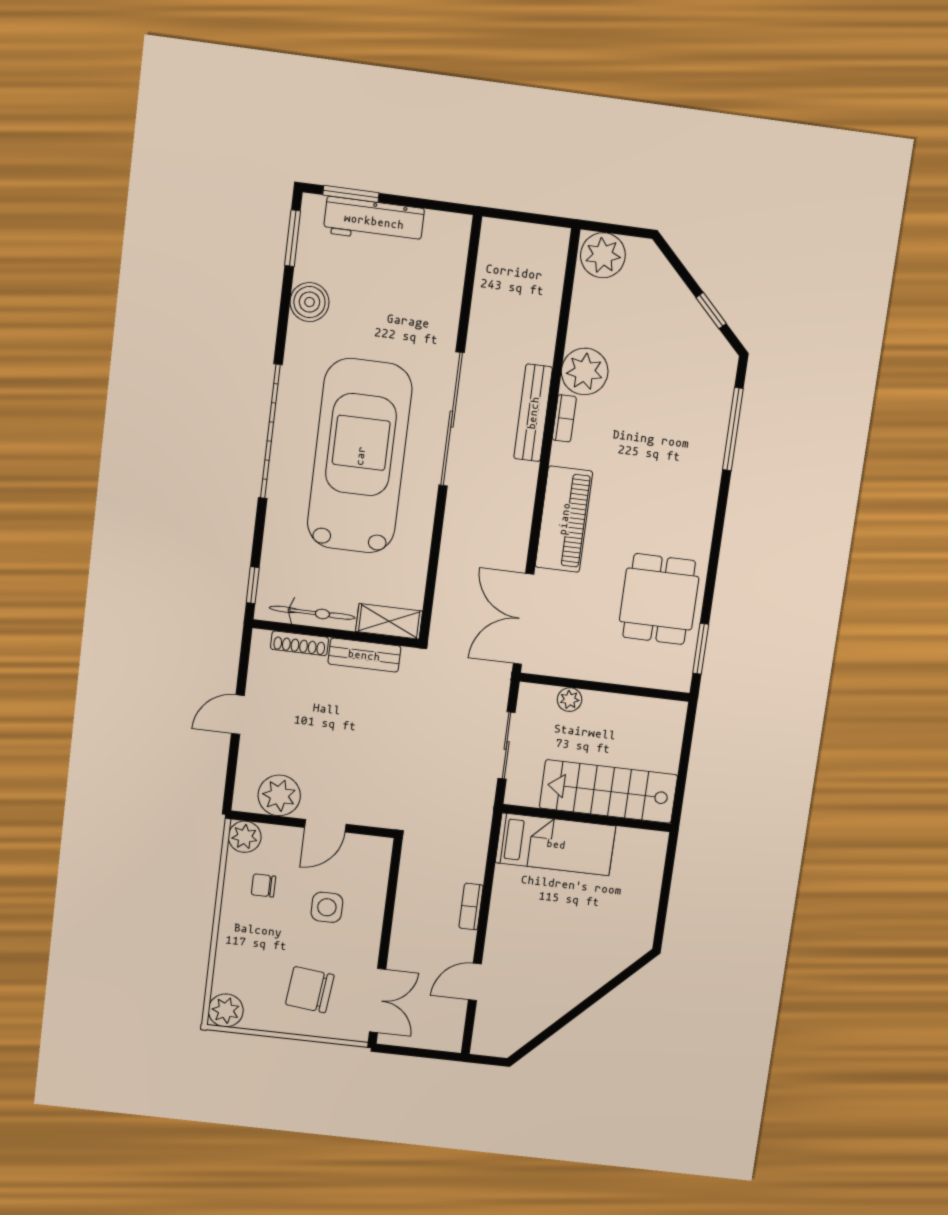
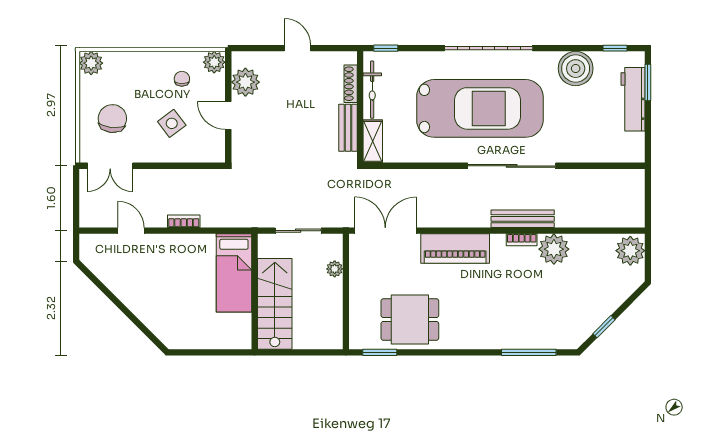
window: (293, 238) -> (615, 48), width x0.67
boiler: (309, 302) -> (576, 69), width x1.37, depth x1.37
side table: (327, 907) -> (172, 123), turned -37

